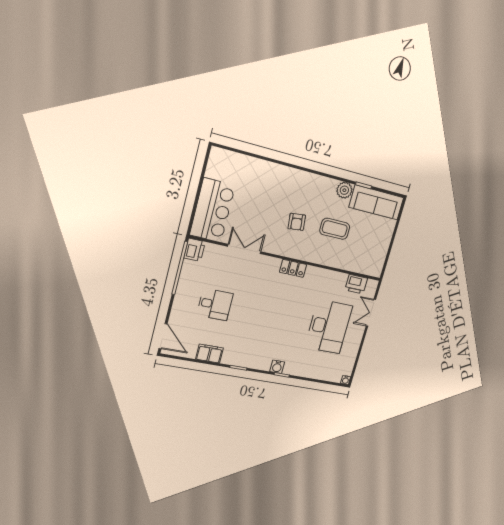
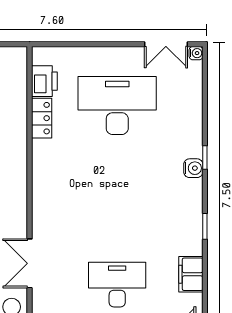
locker: (293, 268) -> (42, 118), moved
desk: (215, 304) -> (117, 285), width x1.37
double door: (371, 313) -> (166, 44), moved

